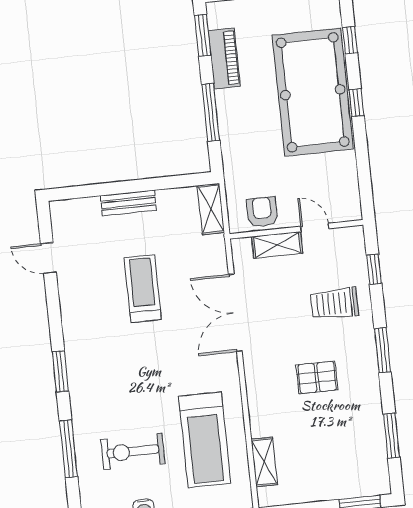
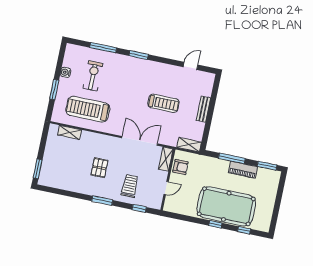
piano: (224, 58) -> (243, 170), moved
shelving: (277, 245) -> (166, 159), moved
window: (392, 436) -> (63, 192), removed

